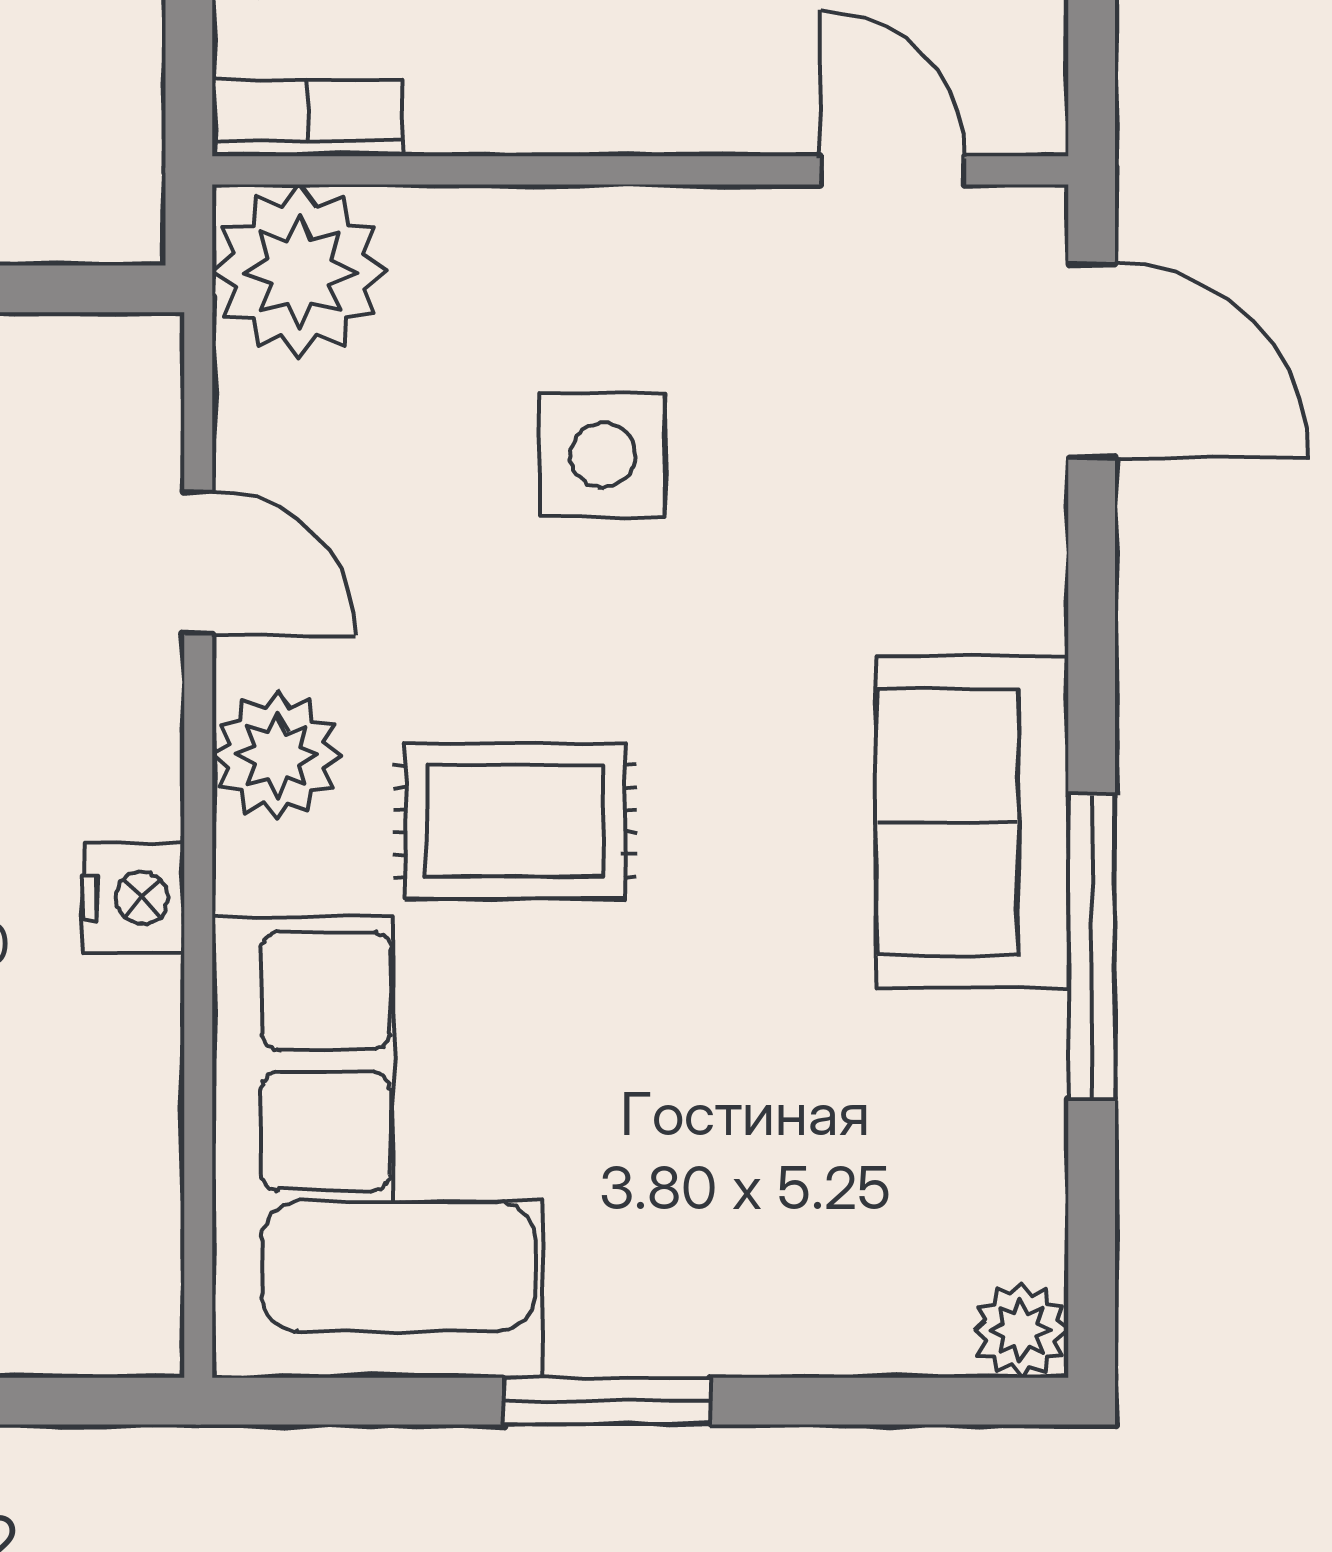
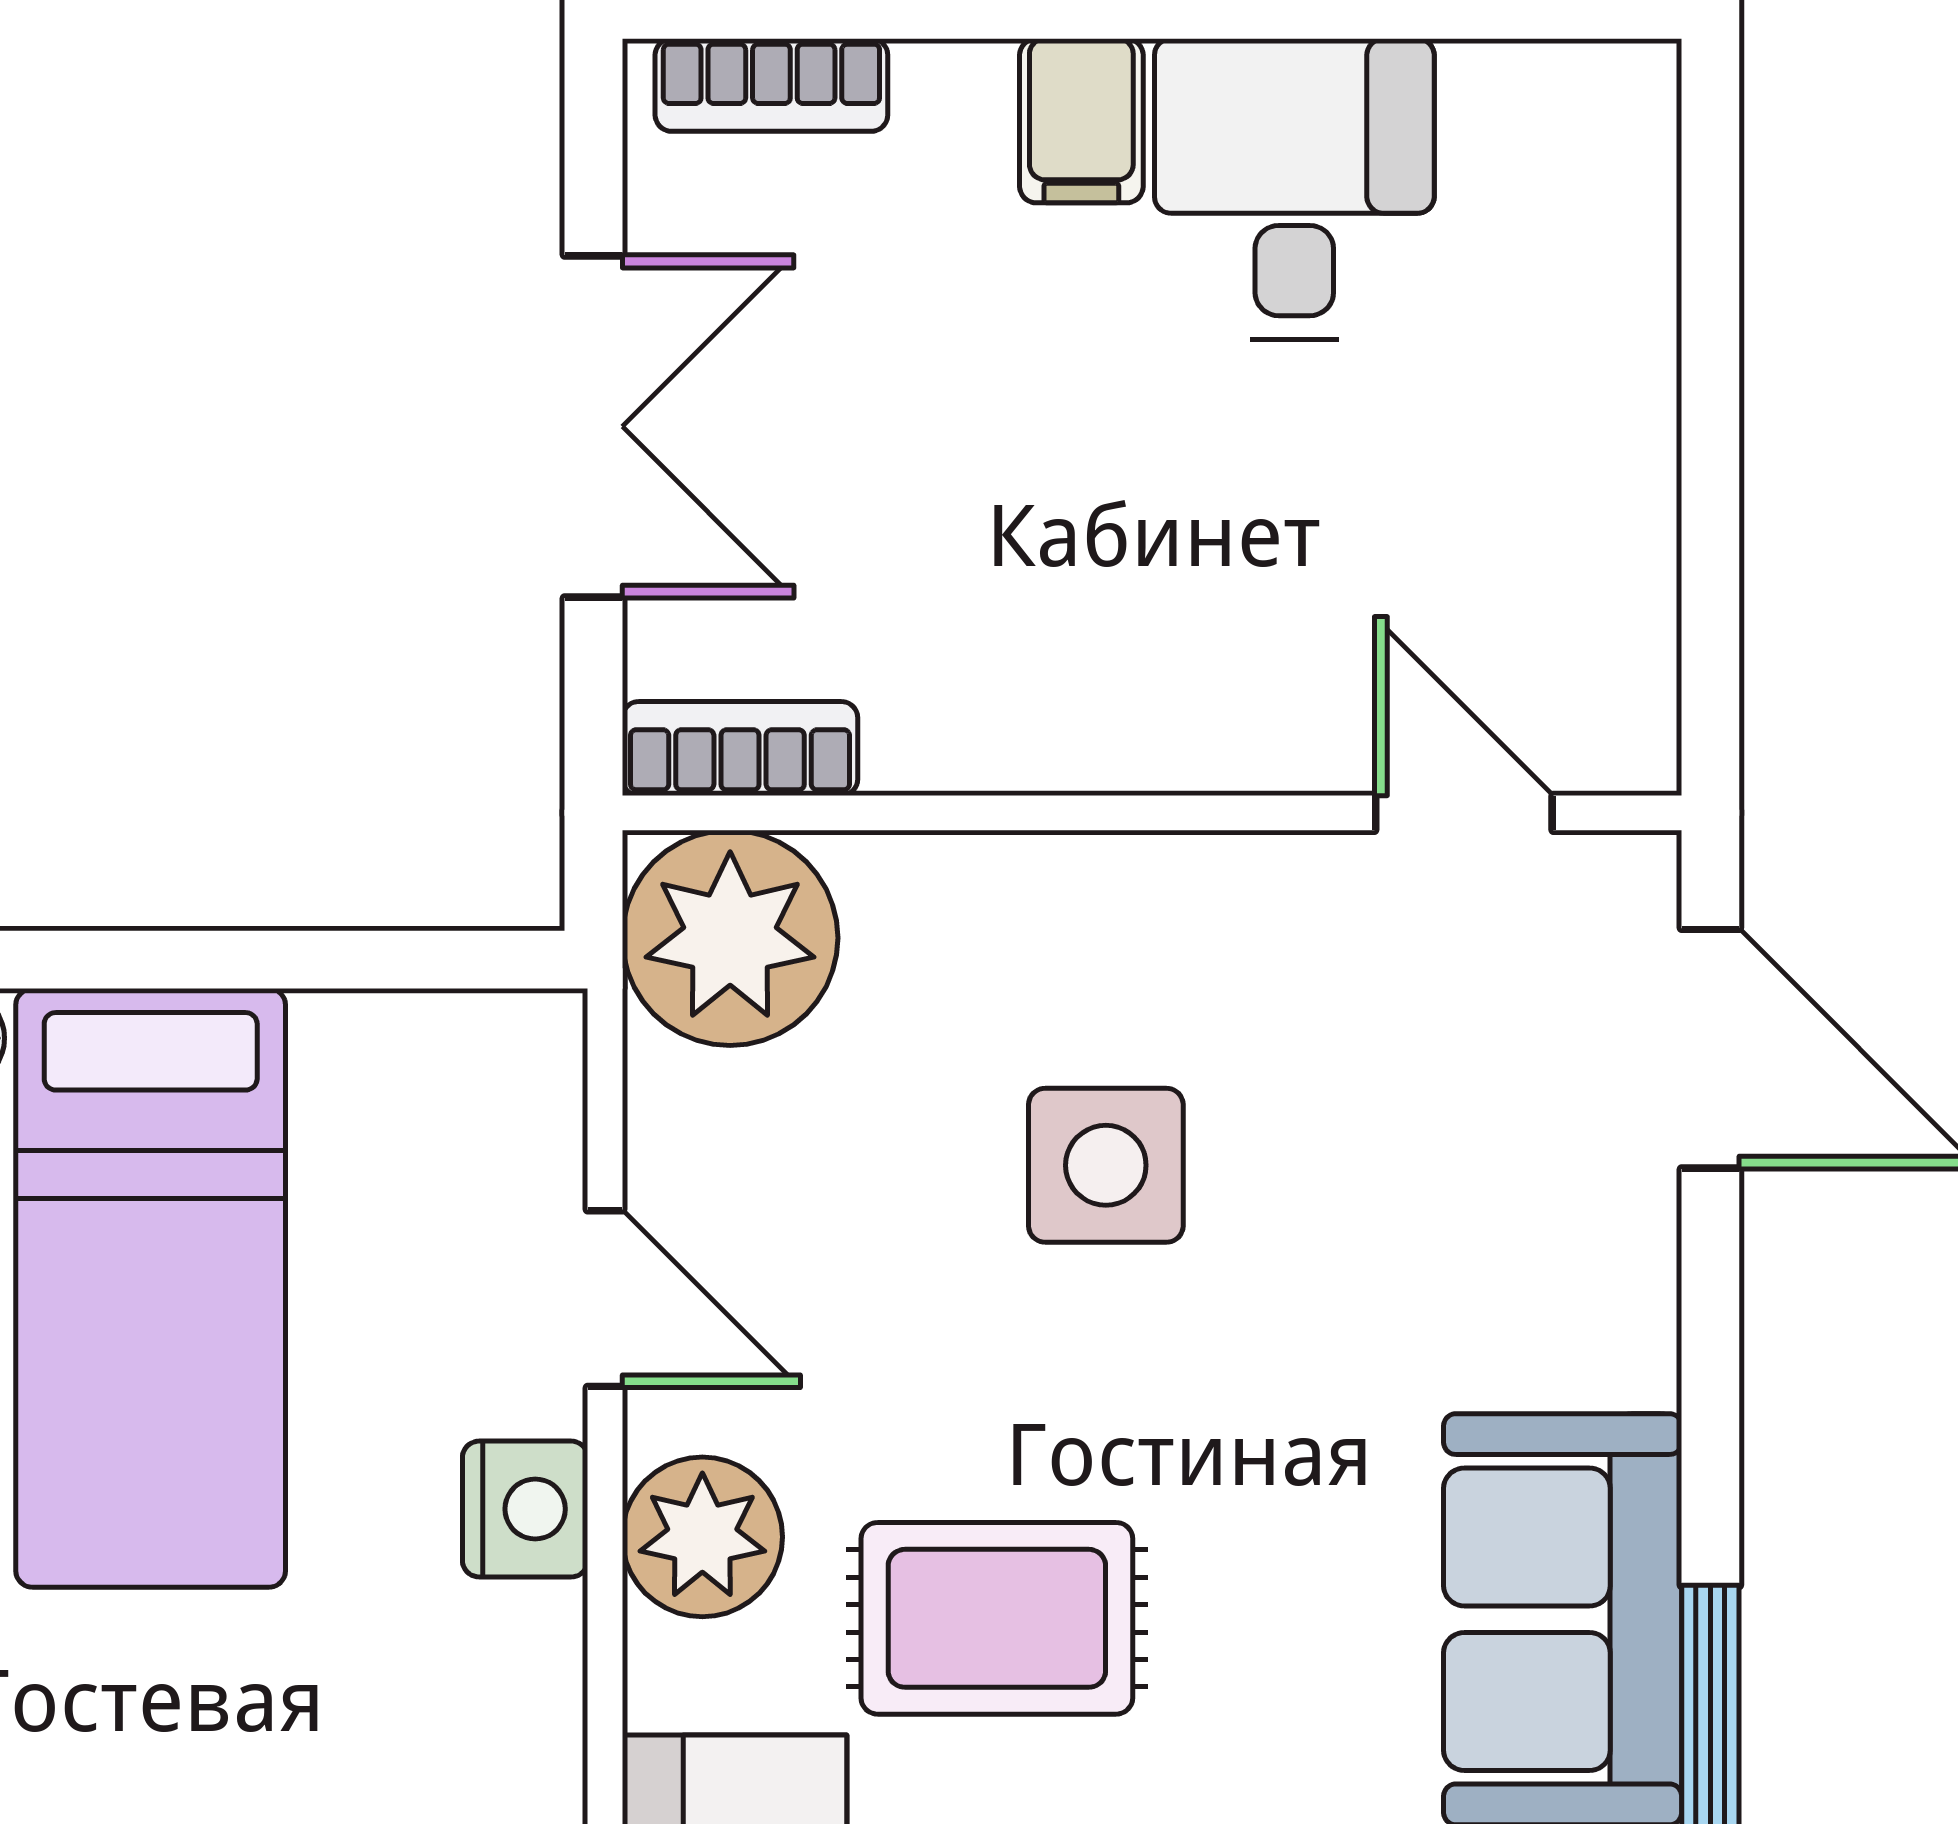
nightstand: (134, 898) -> (525, 1509), moved

